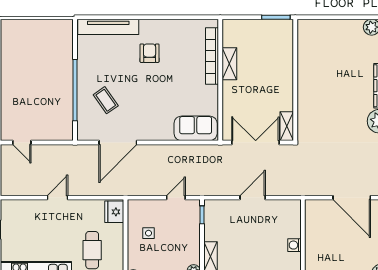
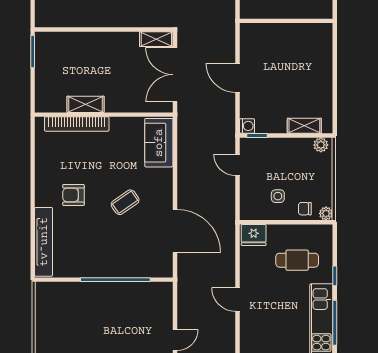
coffee table: (106, 100) -> (125, 202), moved
washing machine: (294, 245) -> (247, 126), moved, turned -90
chair: (137, 257) -> (305, 209), added

